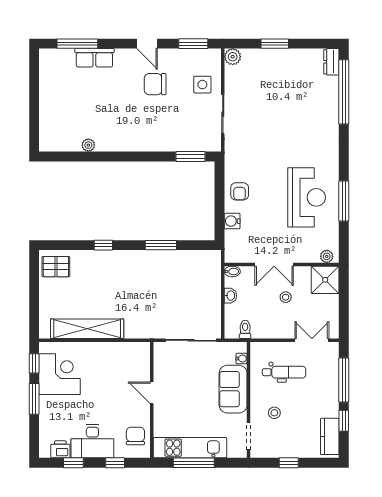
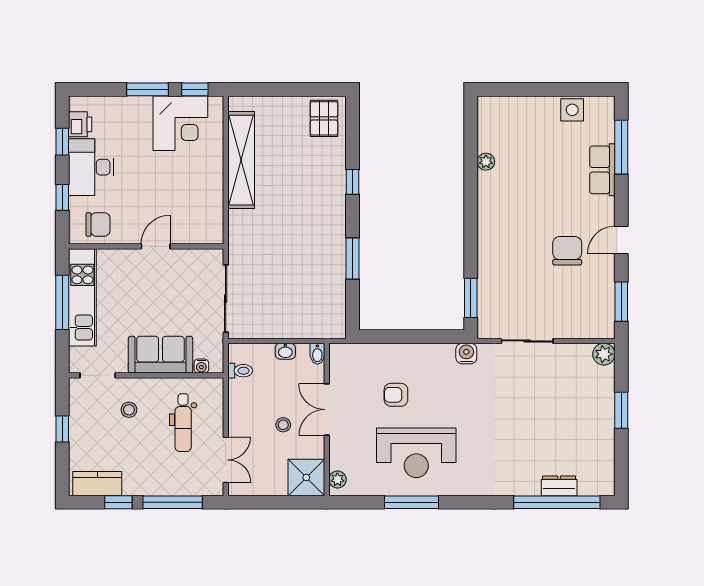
dresser: (331, 62) -> (559, 486), moved
side table: (202, 85) -> (572, 110), moved
armchair: (240, 191) -> (396, 395), moved
water cooler: (232, 221) -> (466, 354), moved

